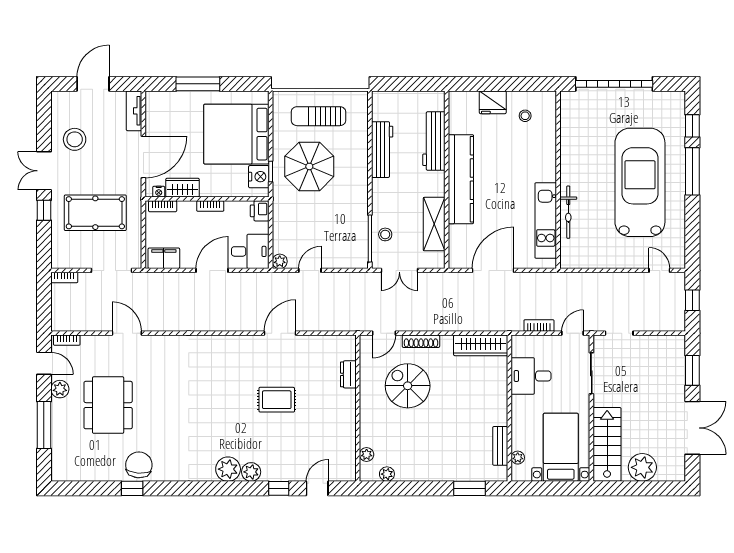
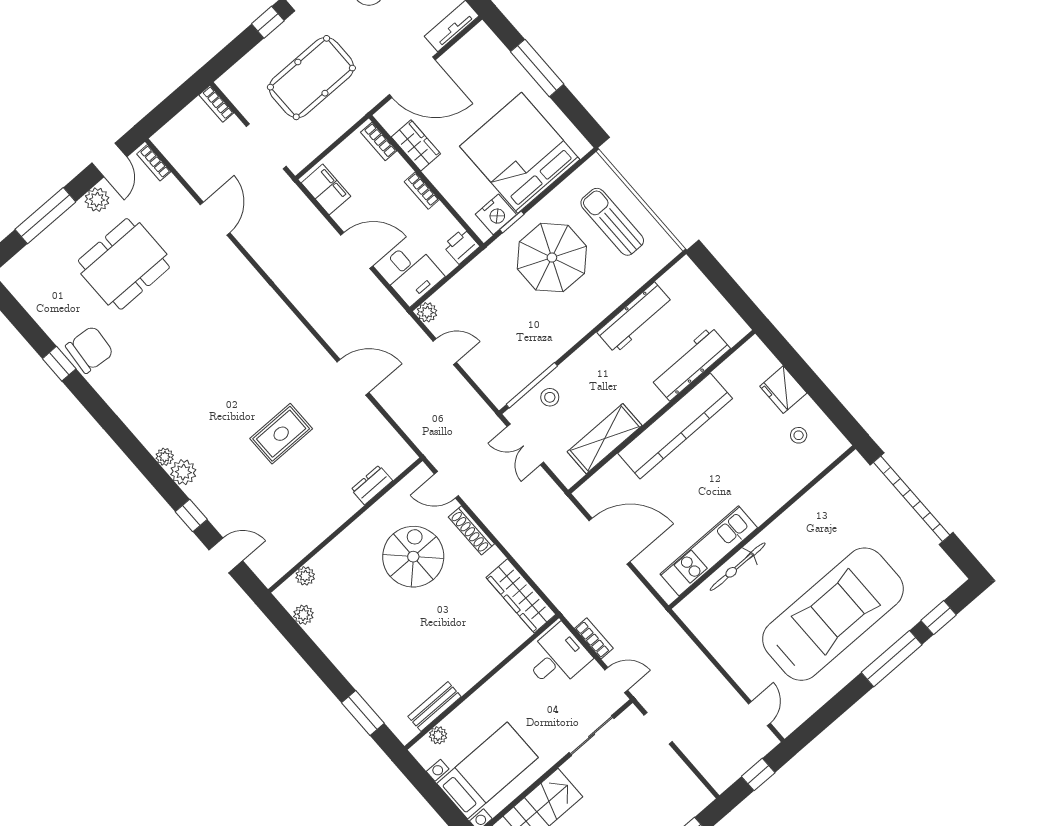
nightstand: (159, 192) -> (390, 124), removed
pool table: (95, 213) -> (311, 78), turned 90
desk: (531, 376) -> (557, 657), moved, turned 90
rug: (277, 400) -> (281, 434), turned 90
plant: (228, 469) -> (165, 457), width x0.53, depth x0.53

